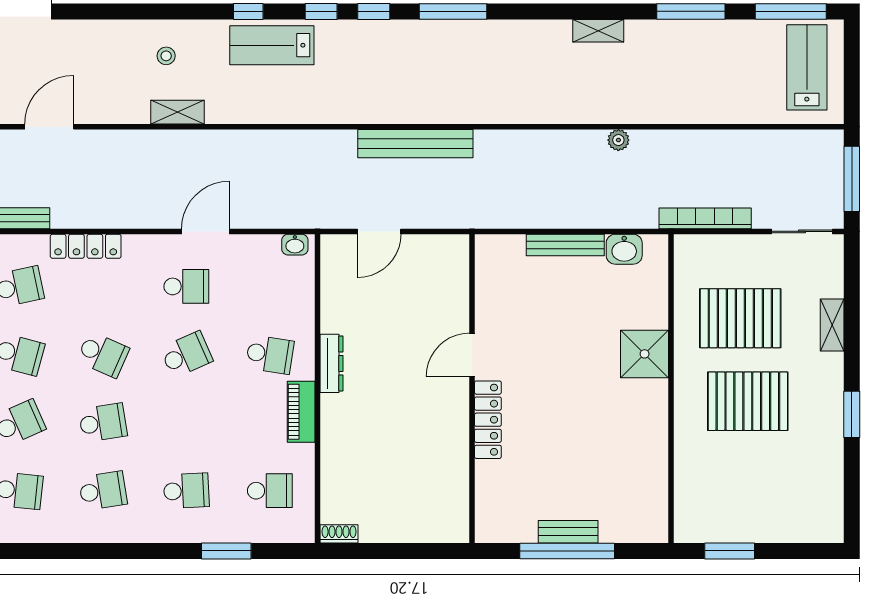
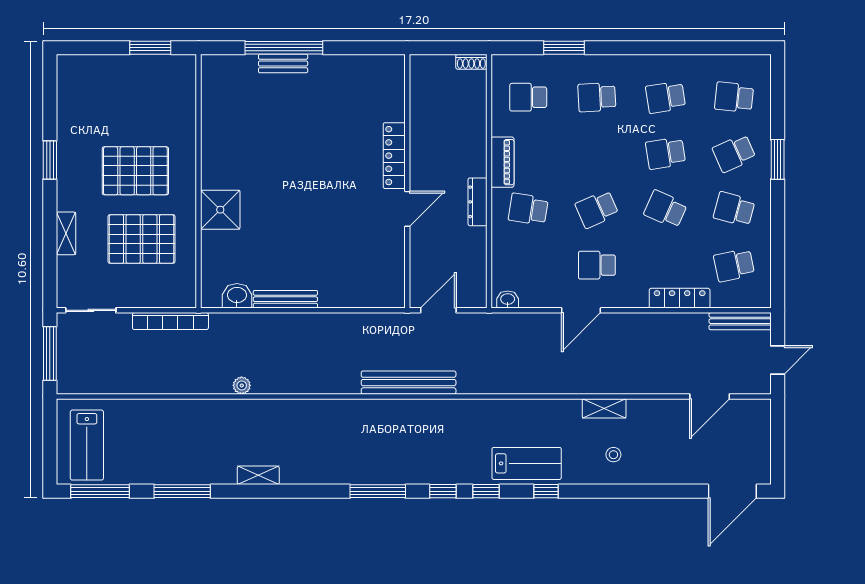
door: (472, 355) -> (407, 209), moved
wall: (472, 389) -> (407, 181), moved
locker: (488, 420) -> (394, 156), moved

